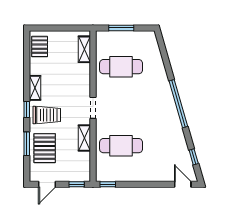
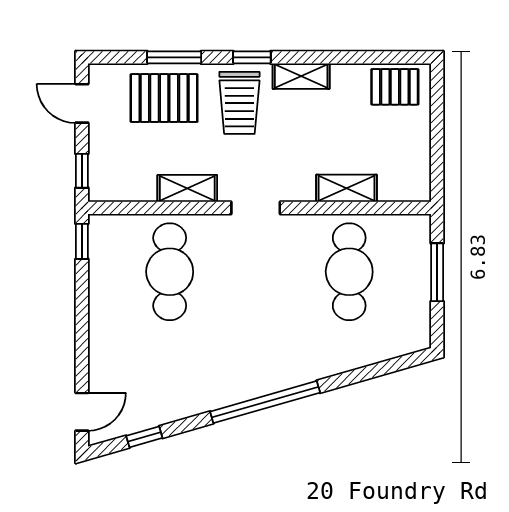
shelving: (84, 49) -> (346, 188), moved

